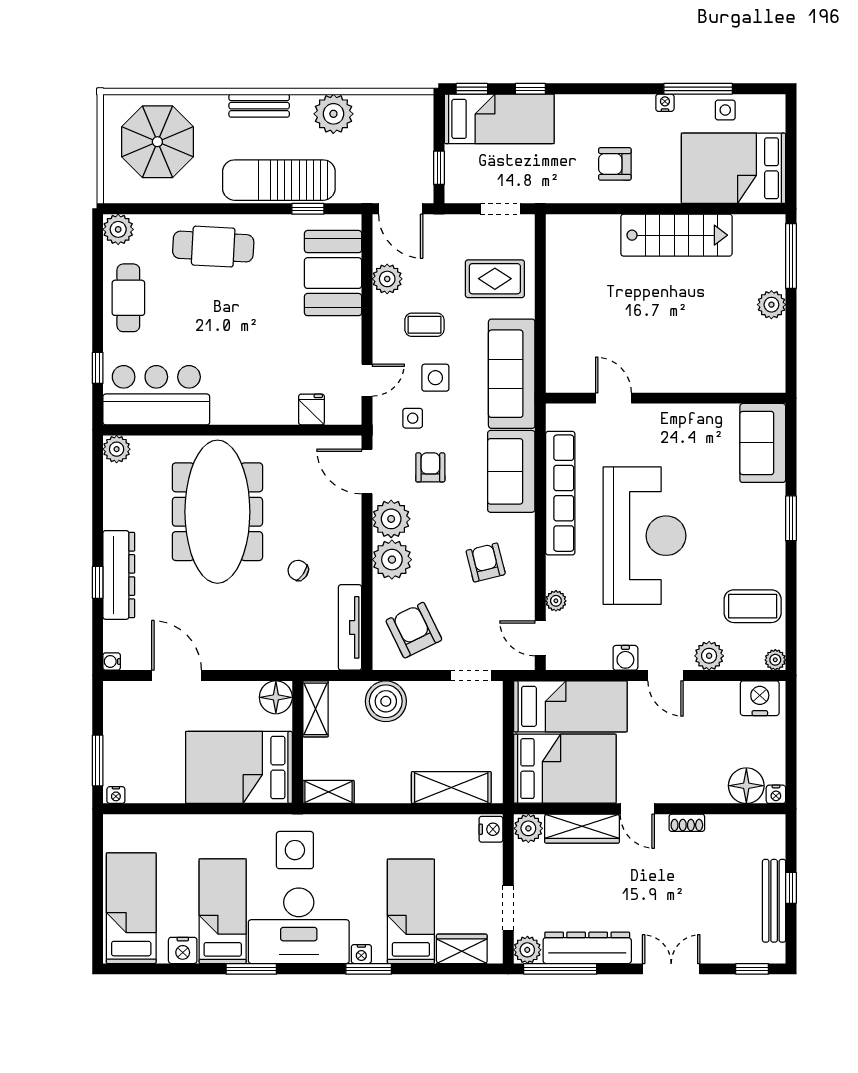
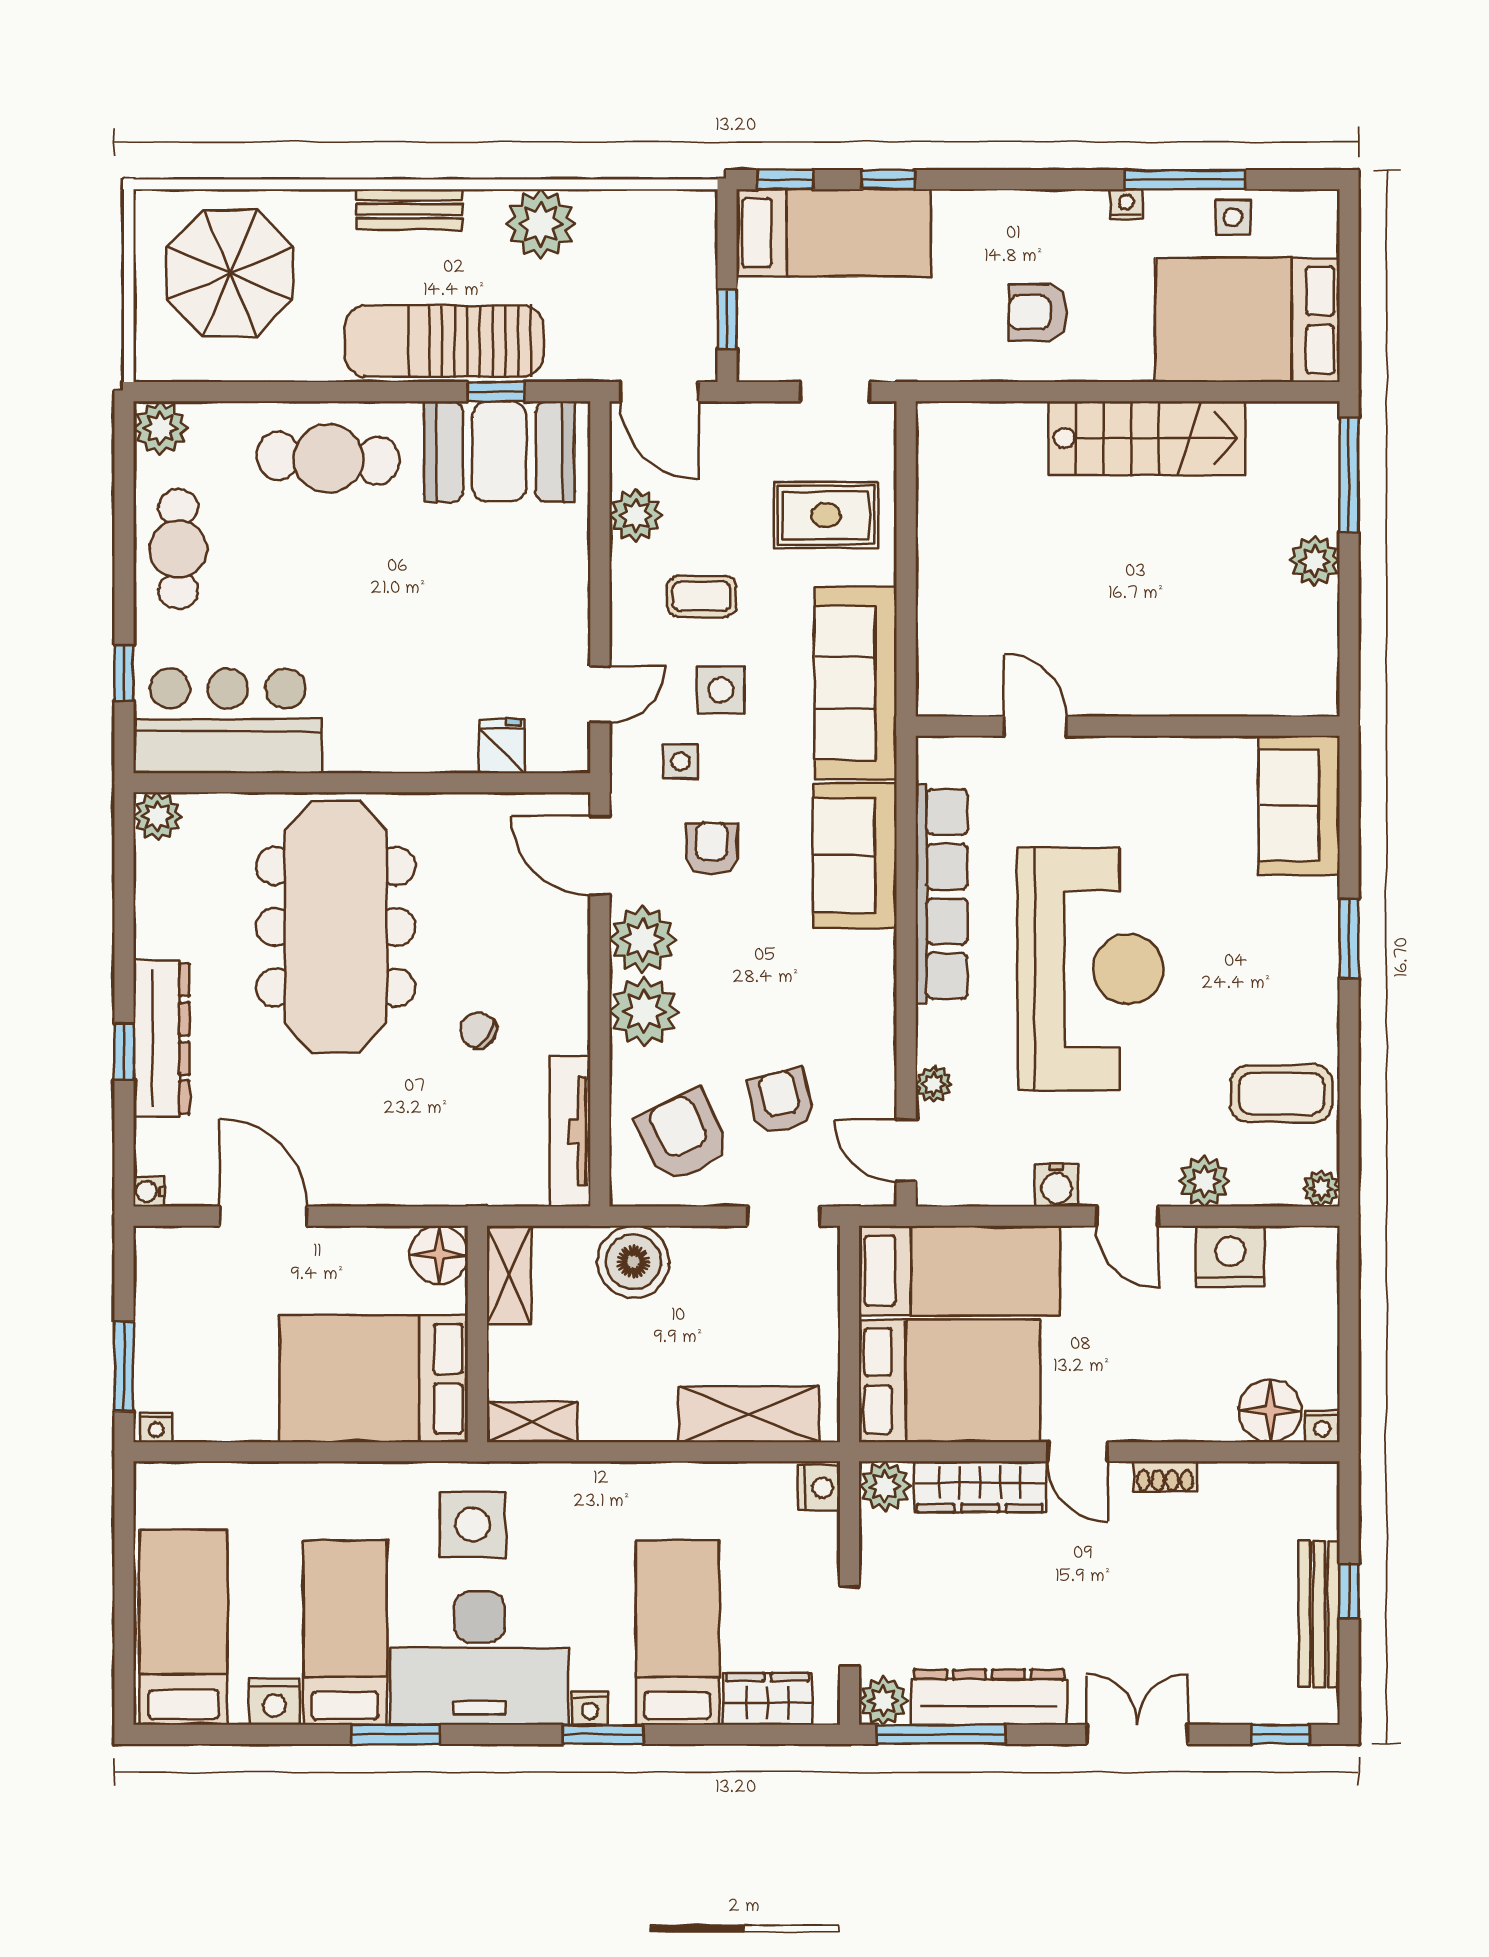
booth: (333, 273) -> (499, 452), moved, turned 90
armchair: (486, 562) -> (781, 1102), moved
nightstand: (760, 698) -> (1230, 1256), moved

